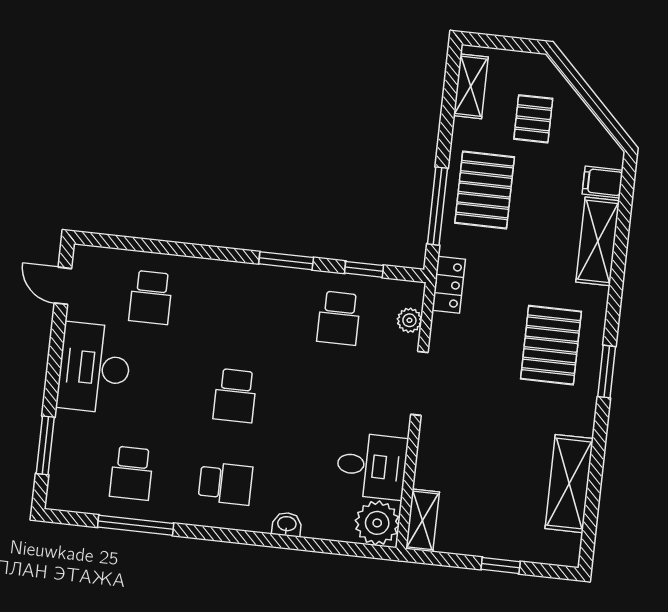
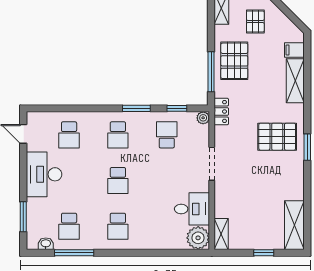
school desk: (245, 308) -> (118, 135), added
school desk: (339, 318) -> (167, 135), turned 180
plant: (409, 320) -> (203, 118), moved
pallet: (551, 345) -> (277, 137), turned 90
school desk: (225, 484) -> (118, 226), turned 90
shelving: (569, 484) -> (294, 225), moved
washbasin: (287, 524) -> (46, 244), moved

